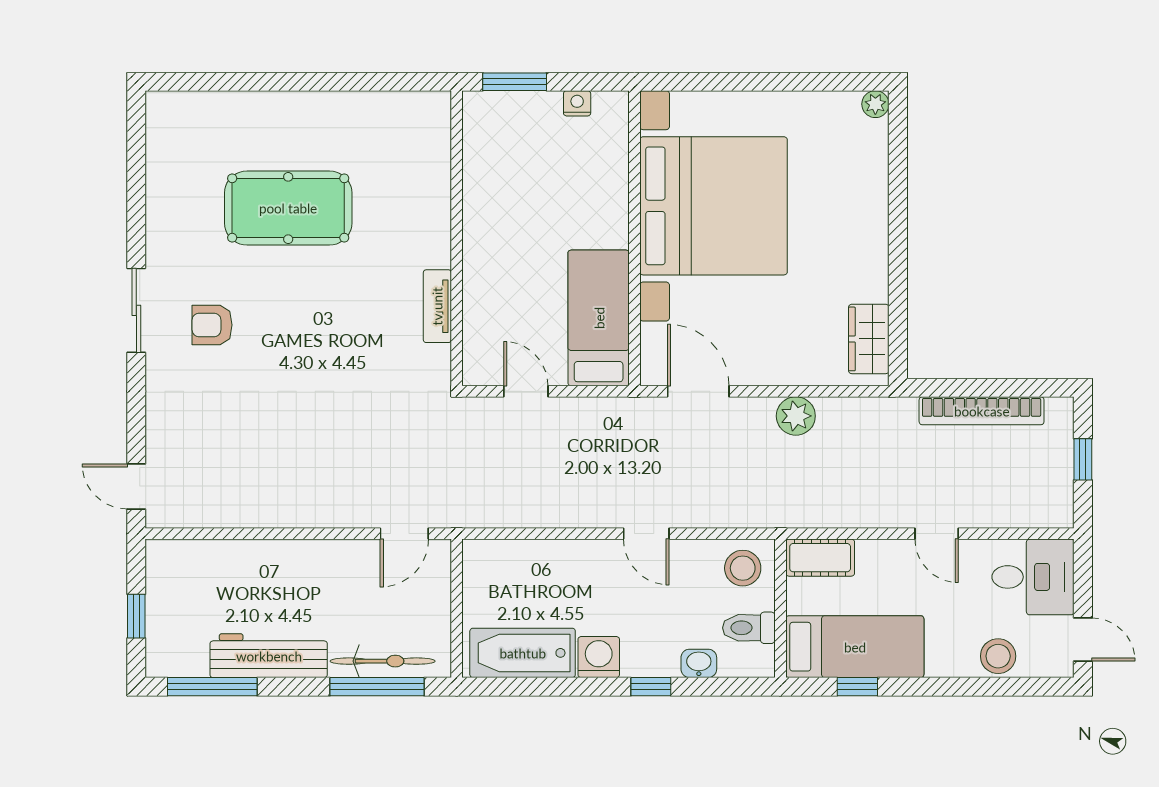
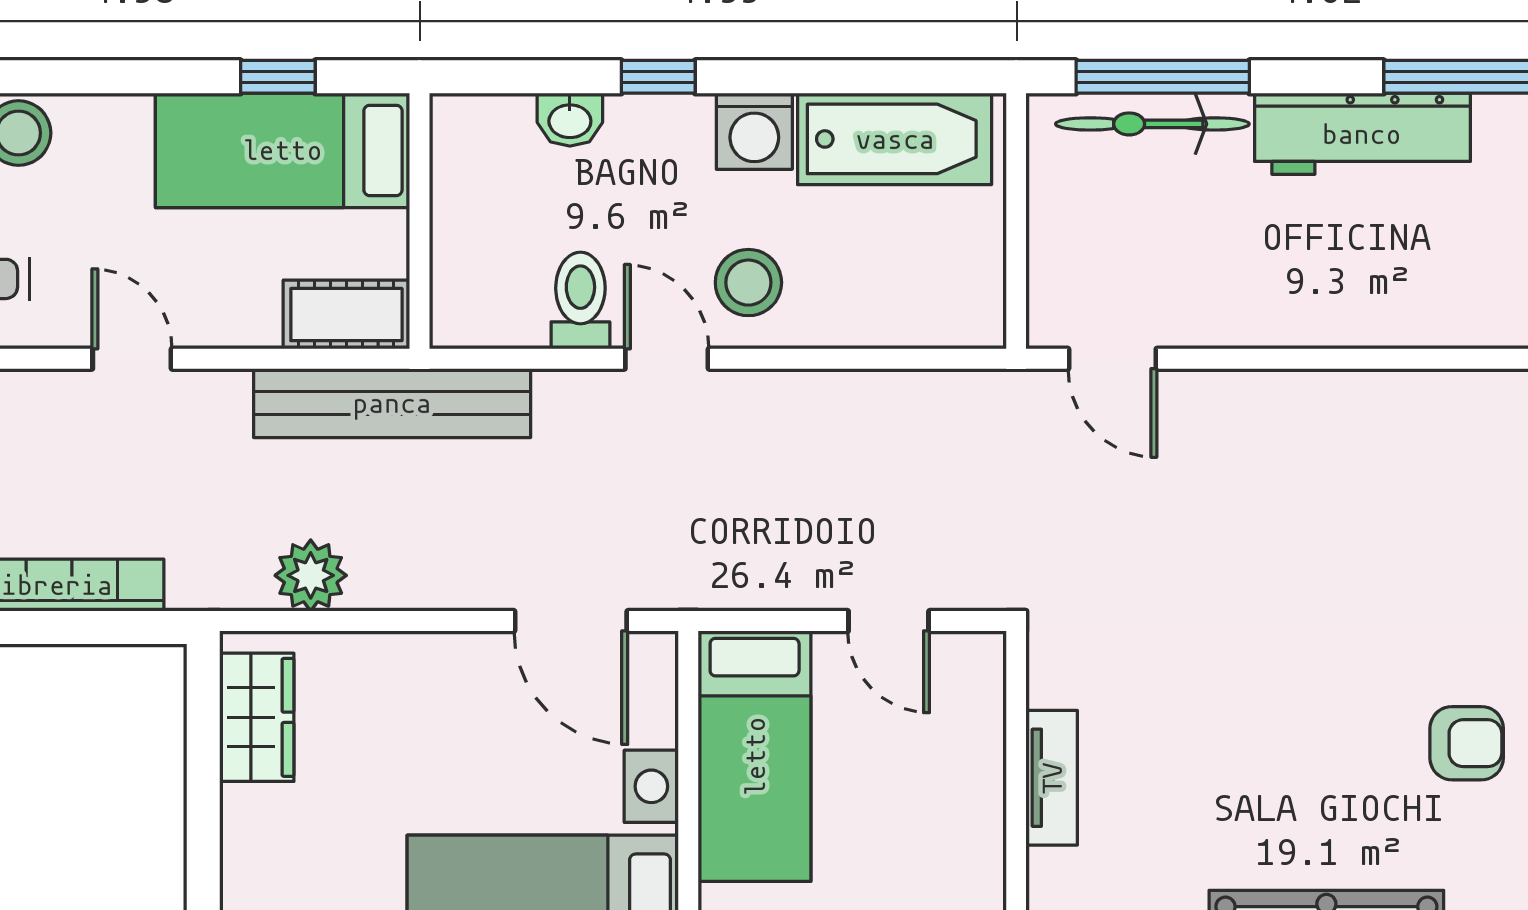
plant: (796, 416) -> (311, 575), moved
bench: (795, 510) -> (392, 403), added
door: (404, 534) -> (1112, 359), swing flipped
stool: (743, 568) -> (748, 283), moved
toilet: (749, 628) -> (580, 301), moved, turned -90

